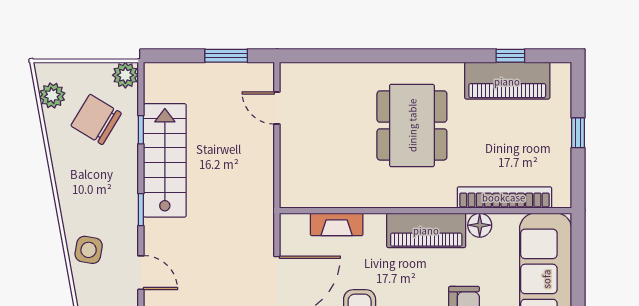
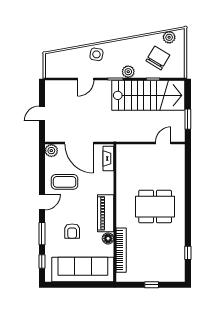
plant: (125, 75) -> (128, 72), moved
piano: (507, 81) -> (176, 251), removed
stairs: (165, 160) -> (148, 95), width x1.36, depth x1.51
fireplace: (337, 224) -> (108, 159), moved

